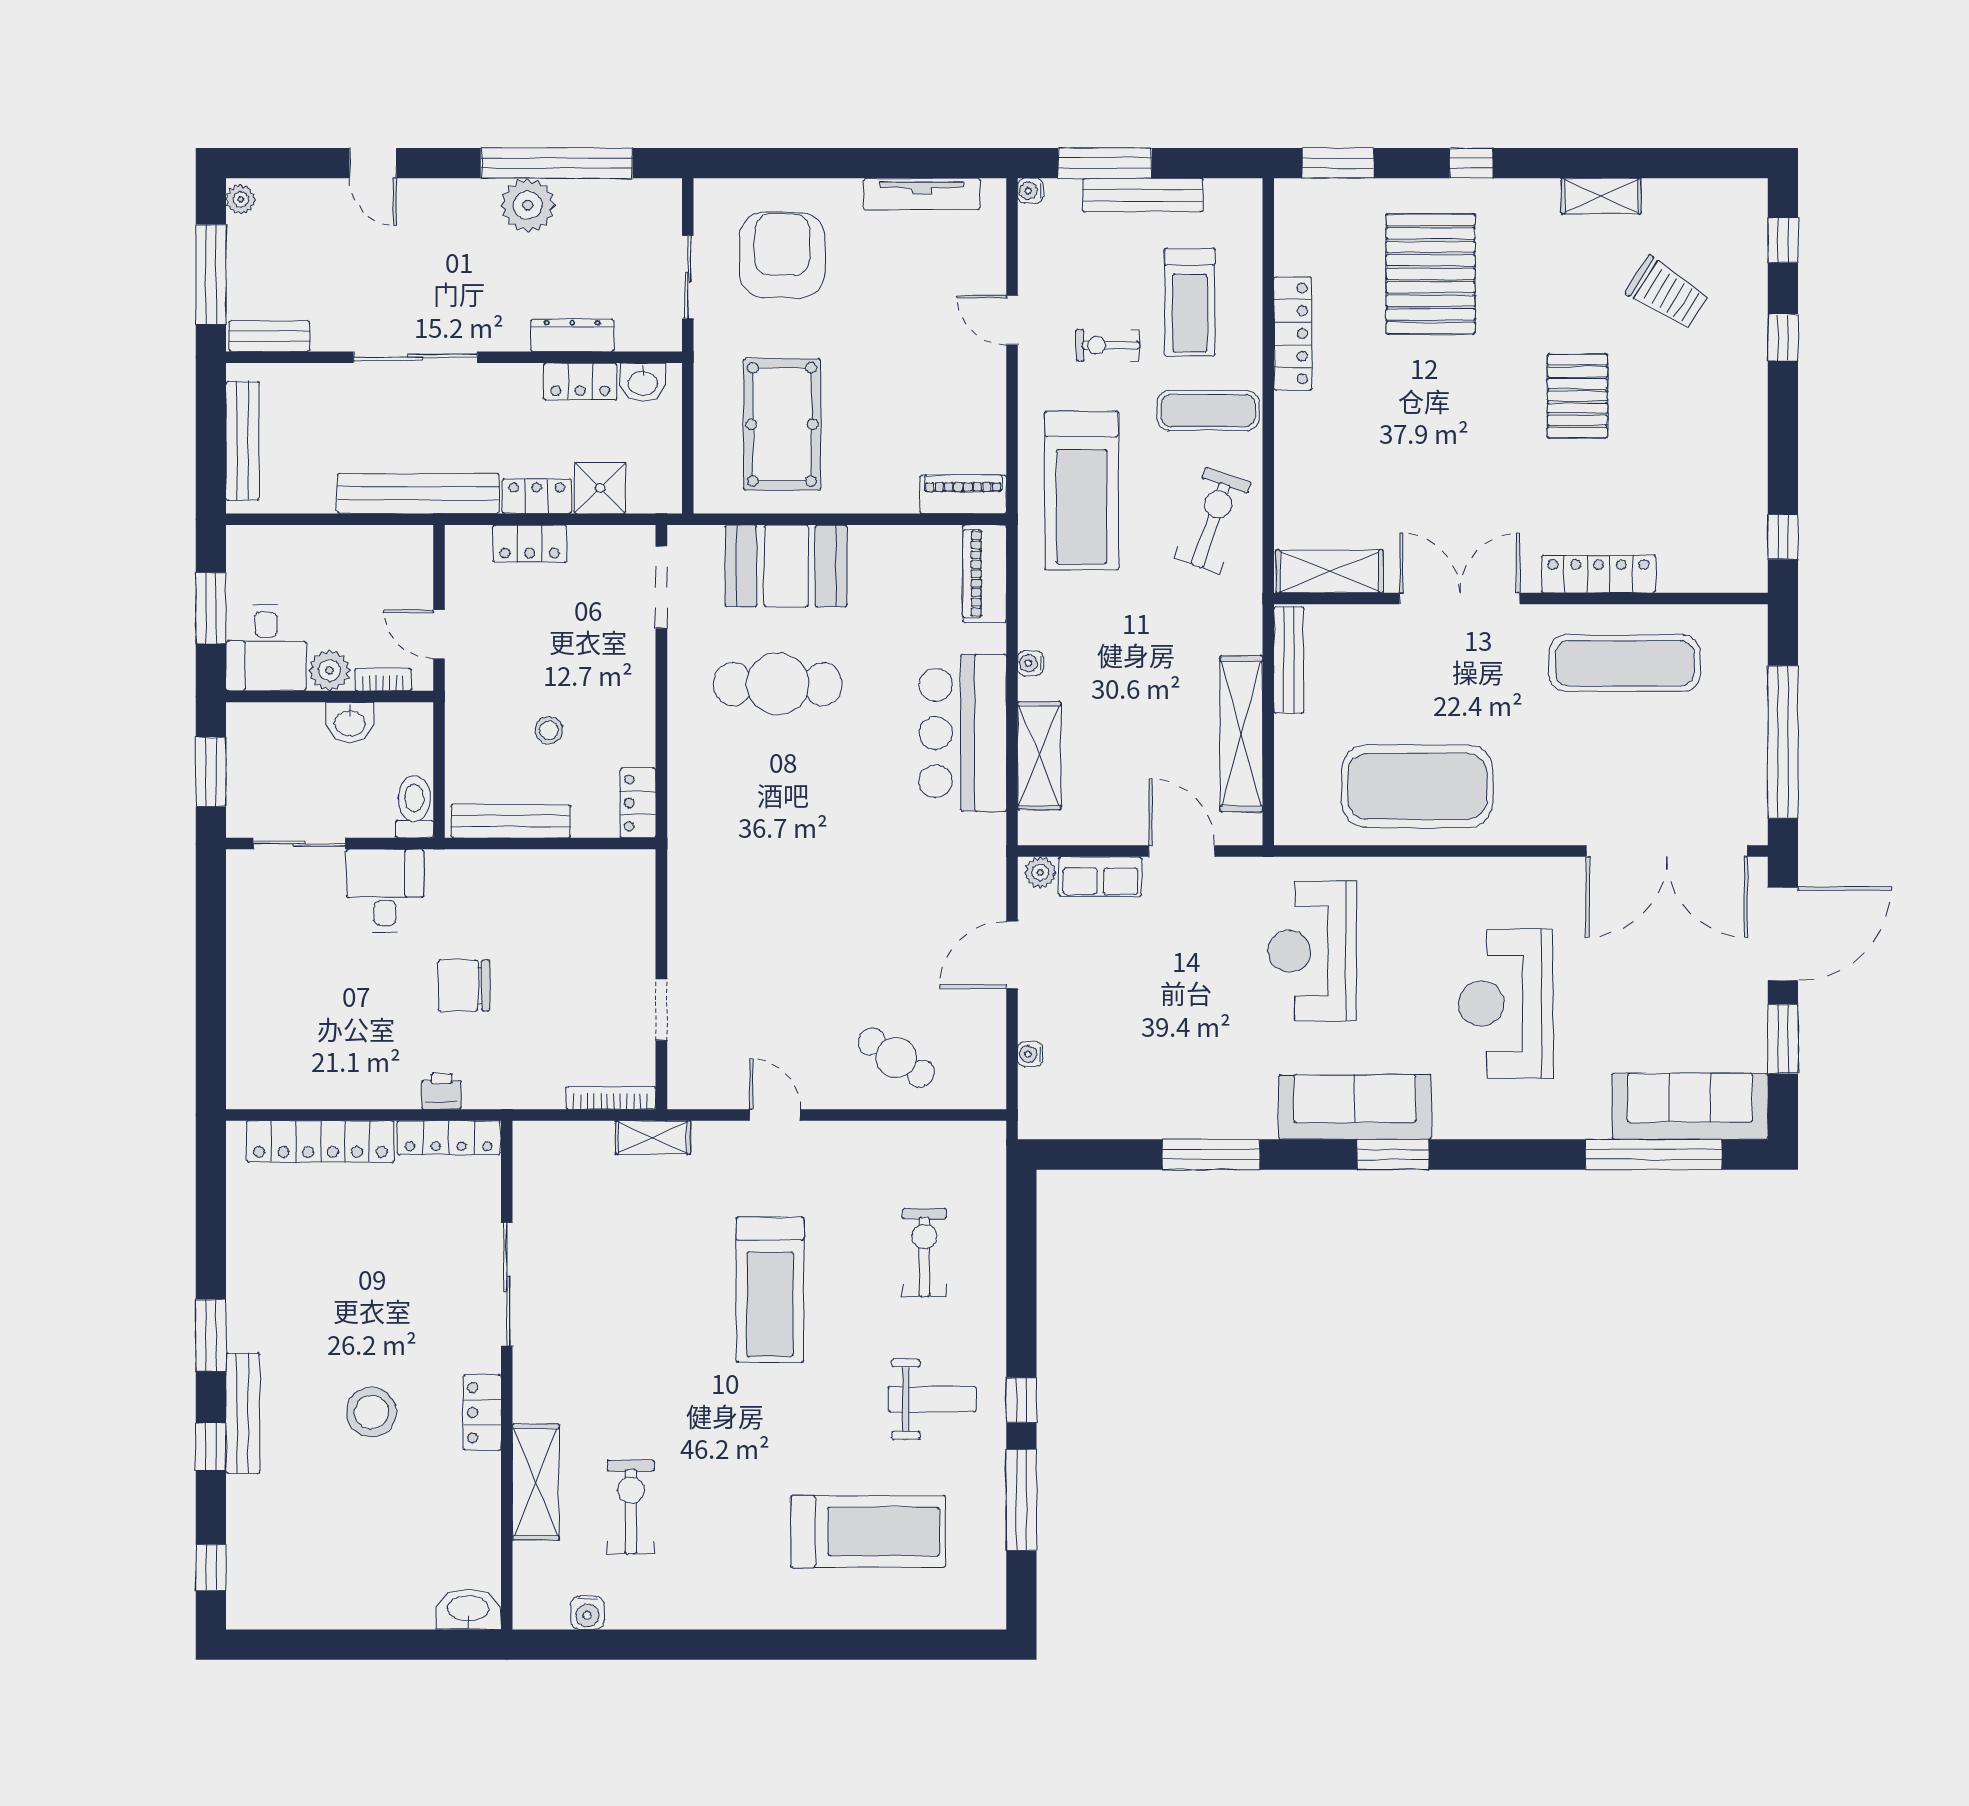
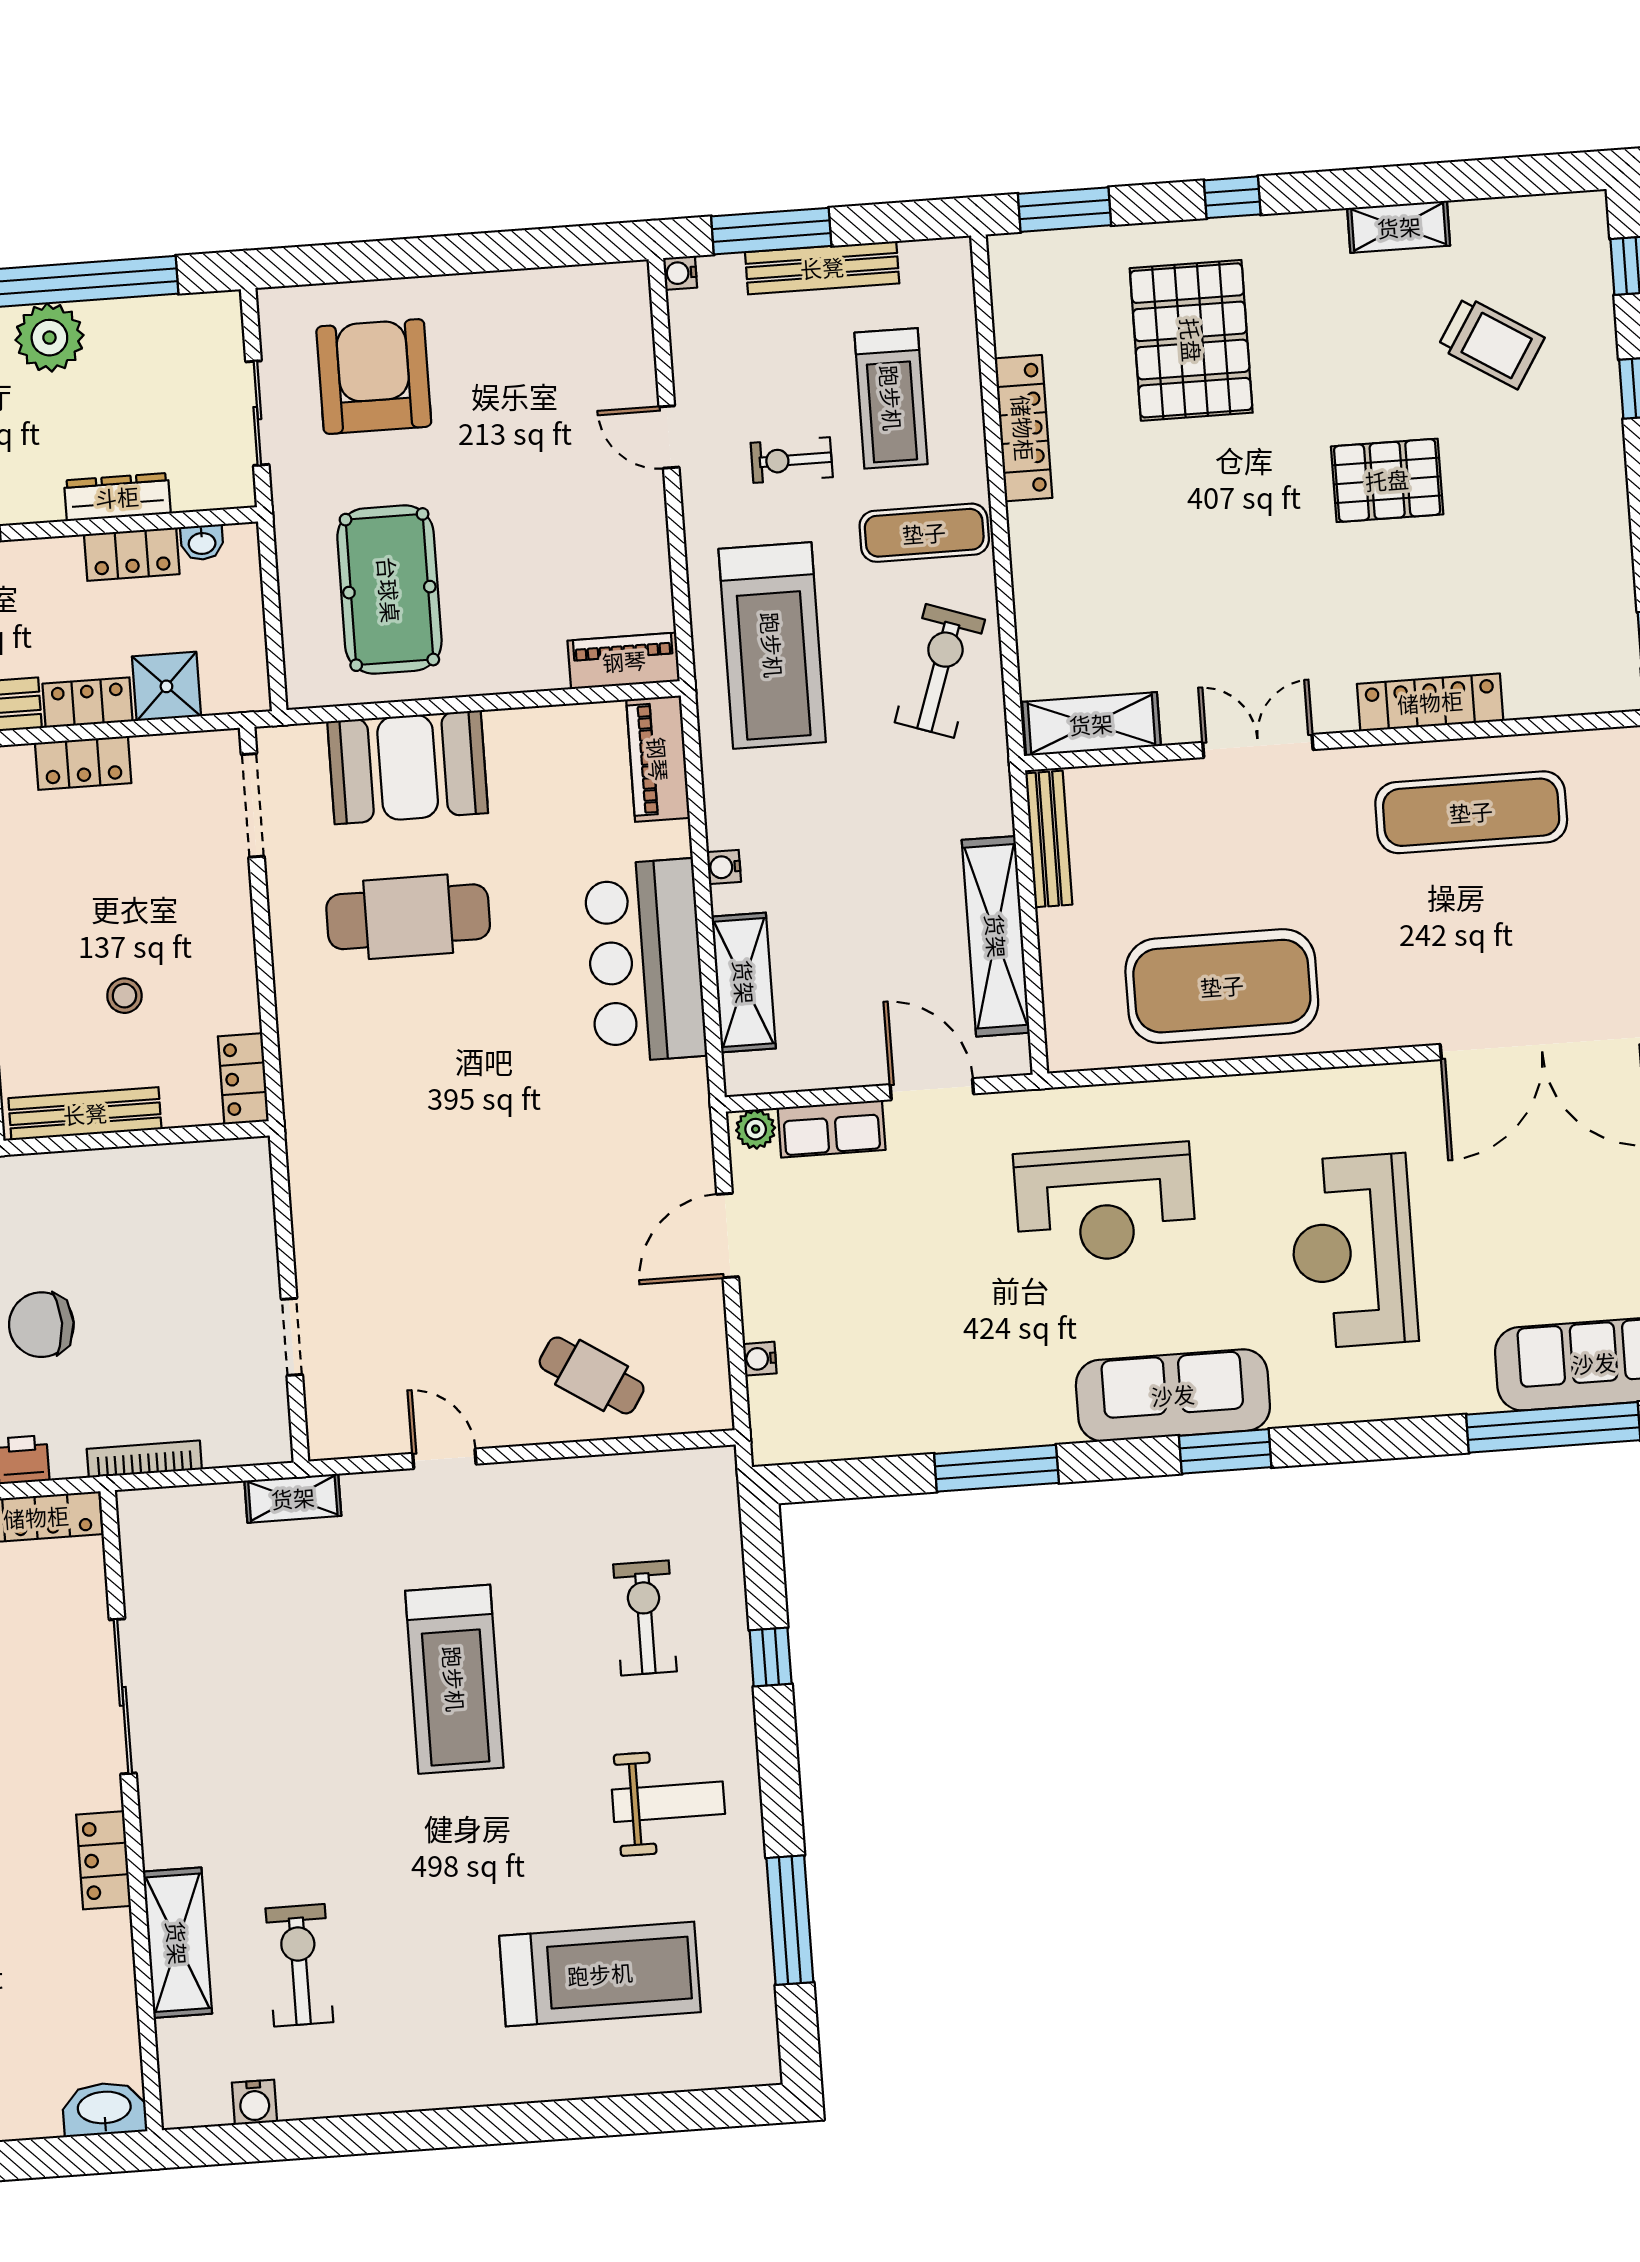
tv unit: (922, 194) -> (544, 287), removed
washbasin: (643, 382) -> (202, 542), width x0.72, depth x0.69
pallet: (1577, 396) -> (1387, 480), turned 90
double door: (1460, 598) -> (1258, 746), width x0.73
reception desk: (1312, 951) -> (1105, 1203), turned -90
bookcase: (611, 1098) -> (144, 1459), moved
window: (1021, 1400) -> (771, 1657), moved

